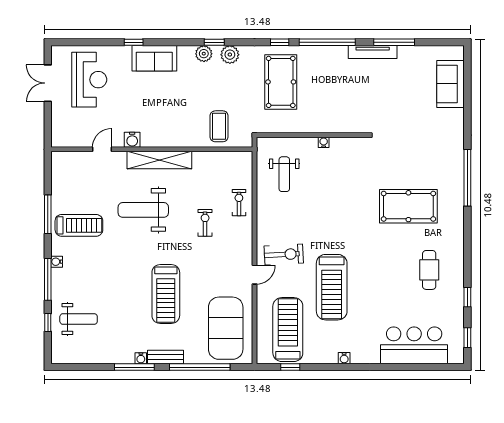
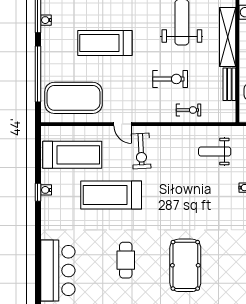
exercise bike: (205, 223) -> (170, 79), width x1.38, depth x1.39
cafe table: (429, 270) -> (126, 260), moved, turned 90
bench: (166, 357) -> (229, 84), moved
water cooler: (344, 358) -> (46, 190), moved
window: (290, 367) -> (38, 192), moved

